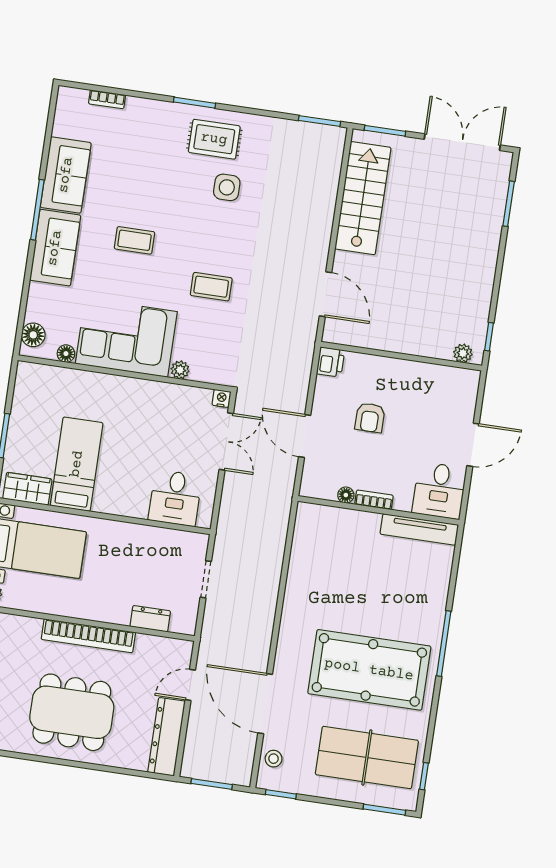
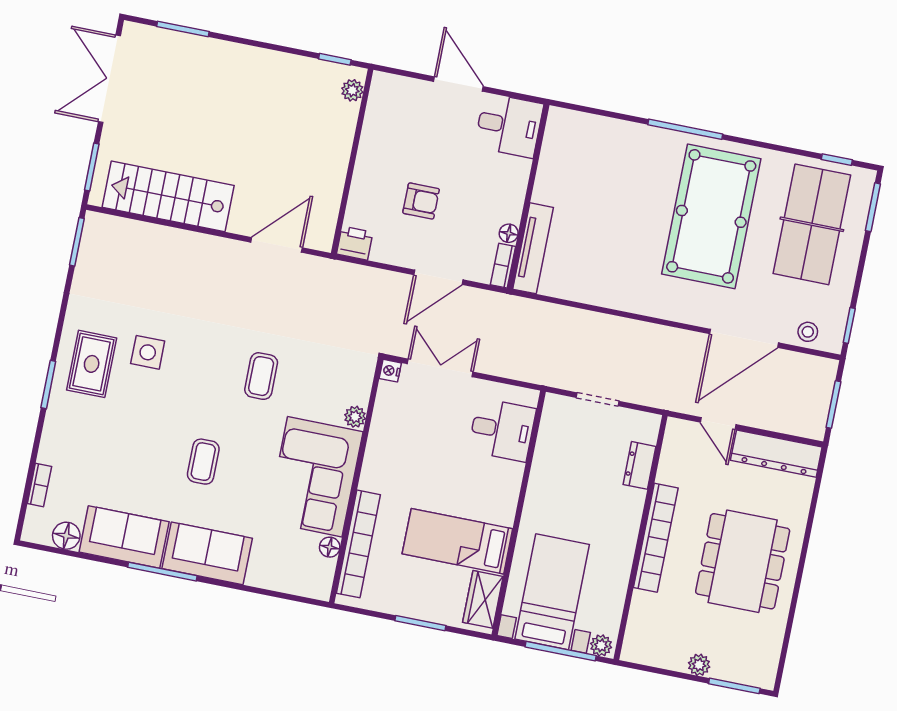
floor lamp: (33, 335) -> (66, 536), moved
bookcase: (70, 378) -> (358, 544), added
bookcase: (374, 500) -> (503, 266), moved
tv unit: (419, 529) -> (533, 248), moved

